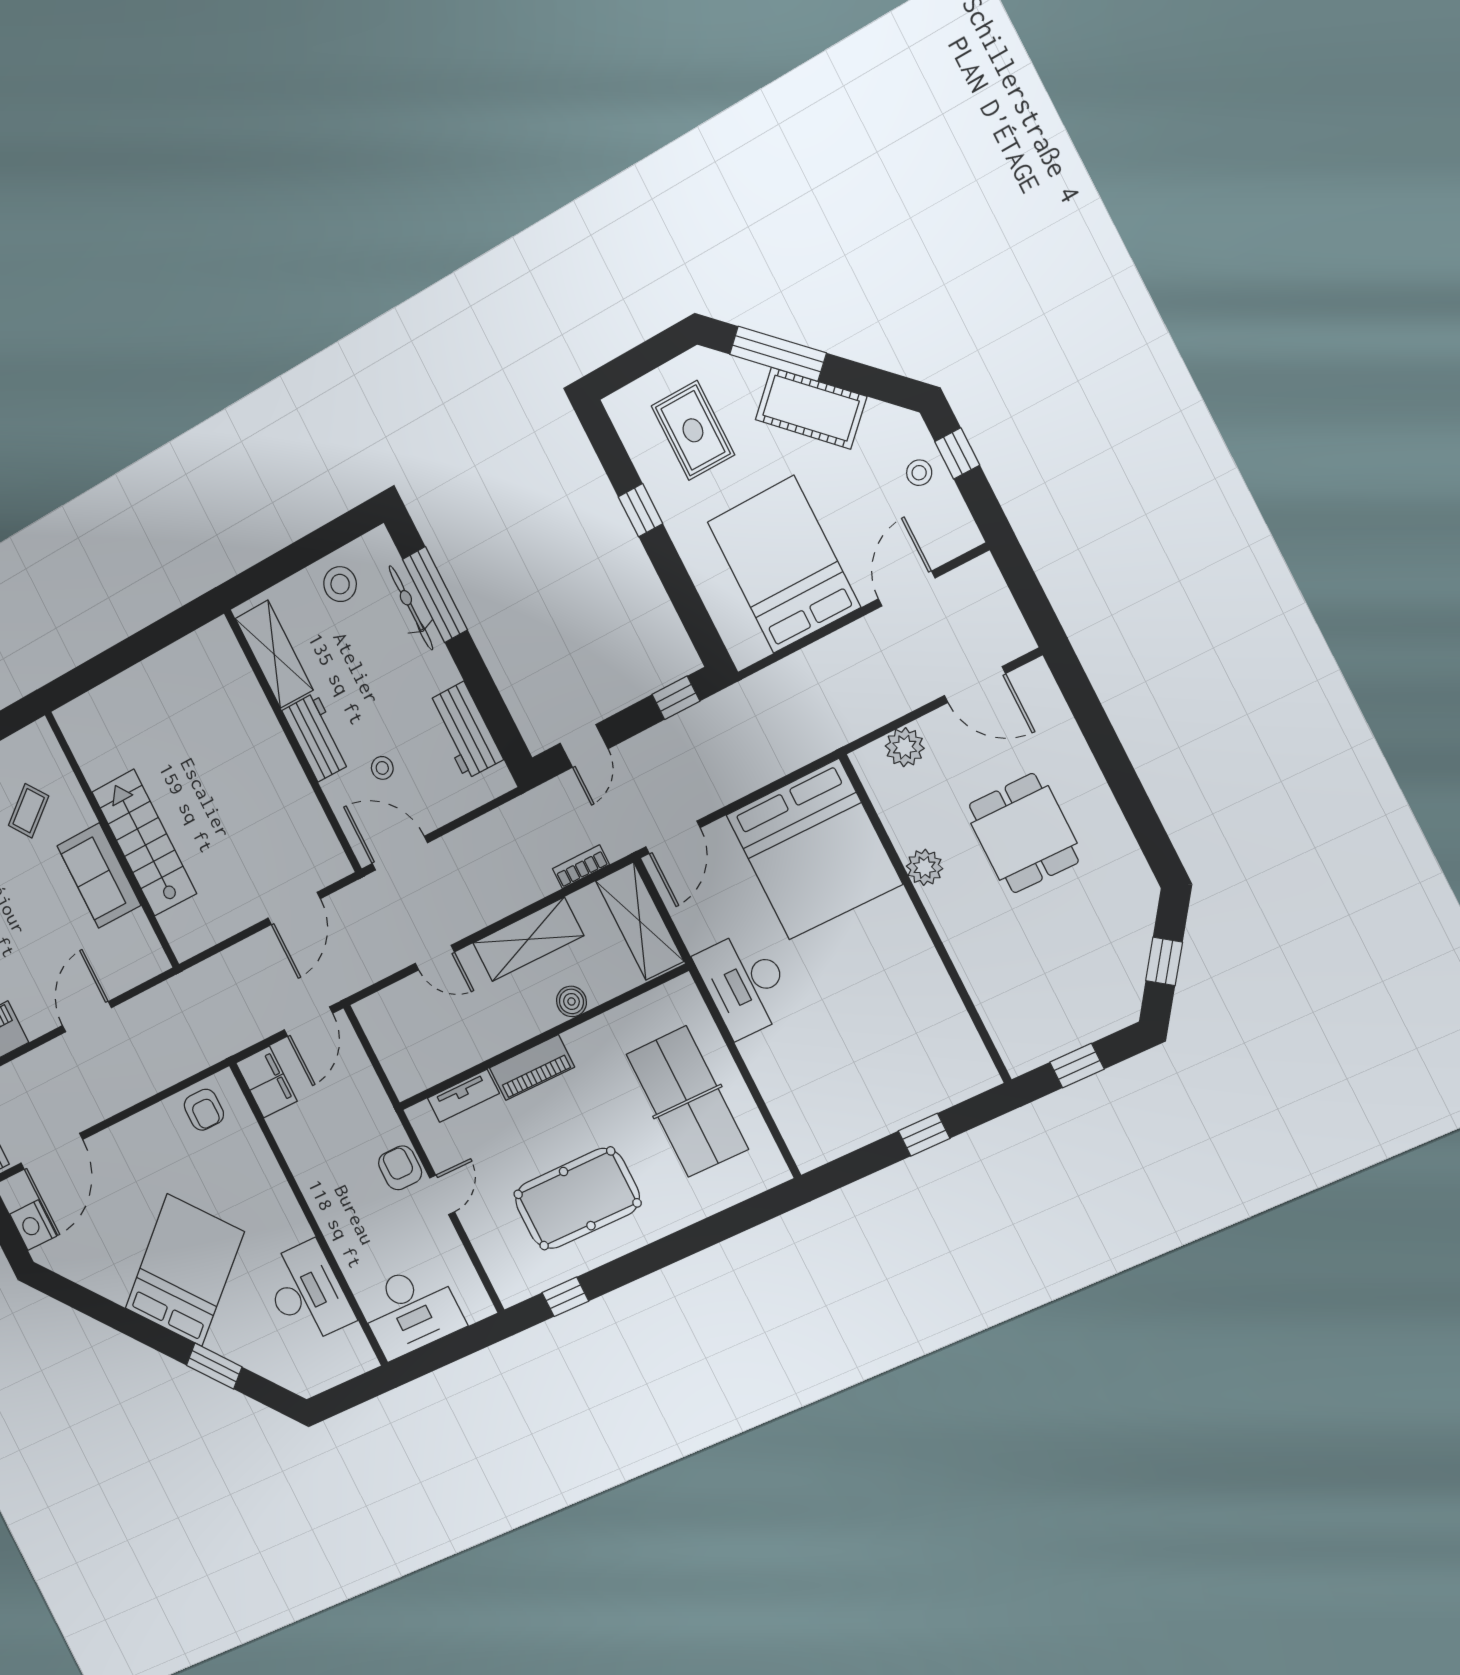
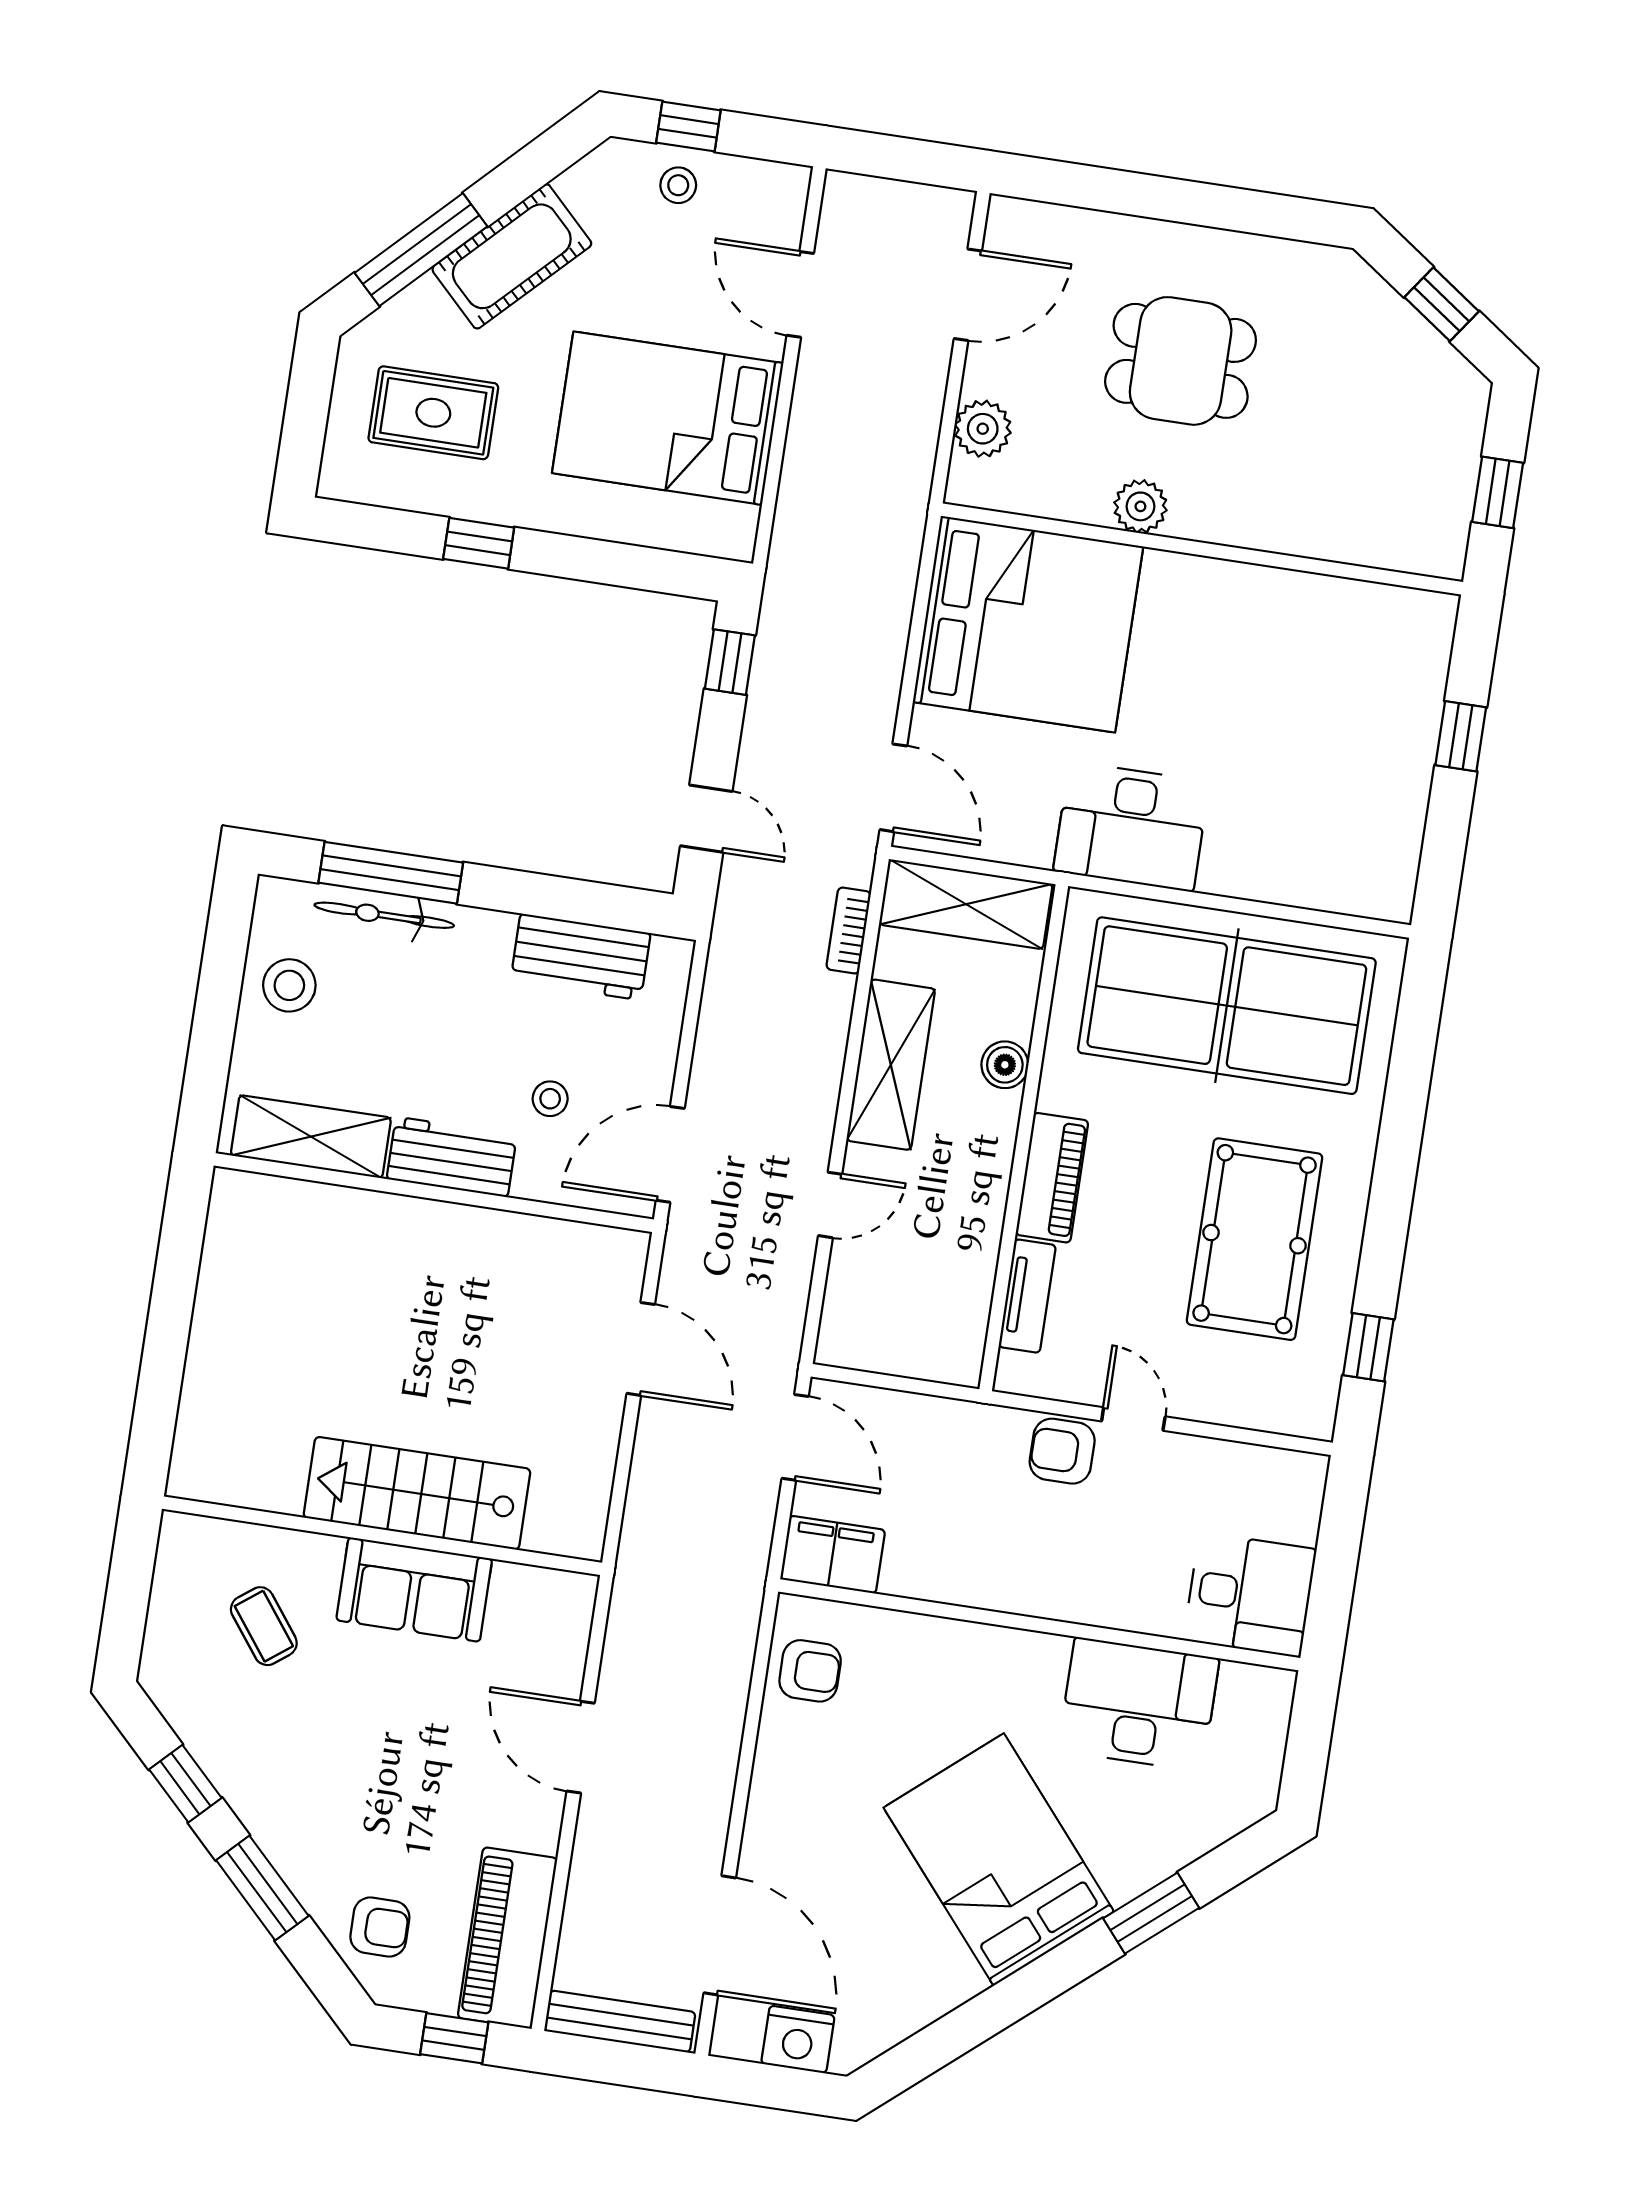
table tennis table: (687, 1102) -> (1227, 1006), width x1.36, depth x1.32
desk: (410, 1310) -> (1250, 1595), width x0.73

